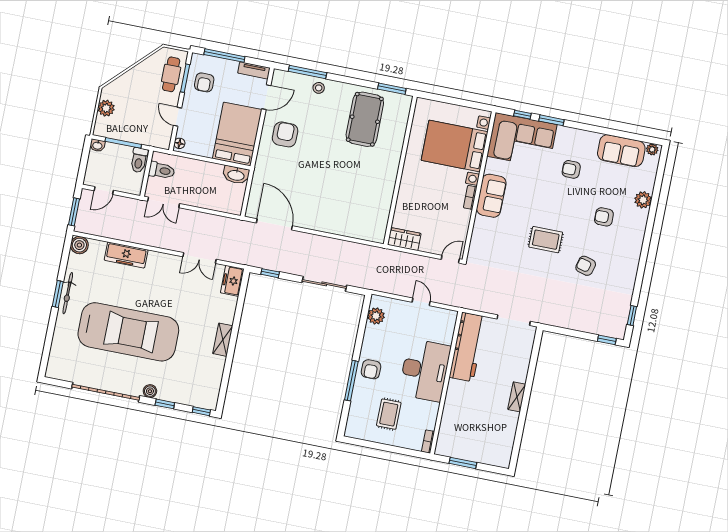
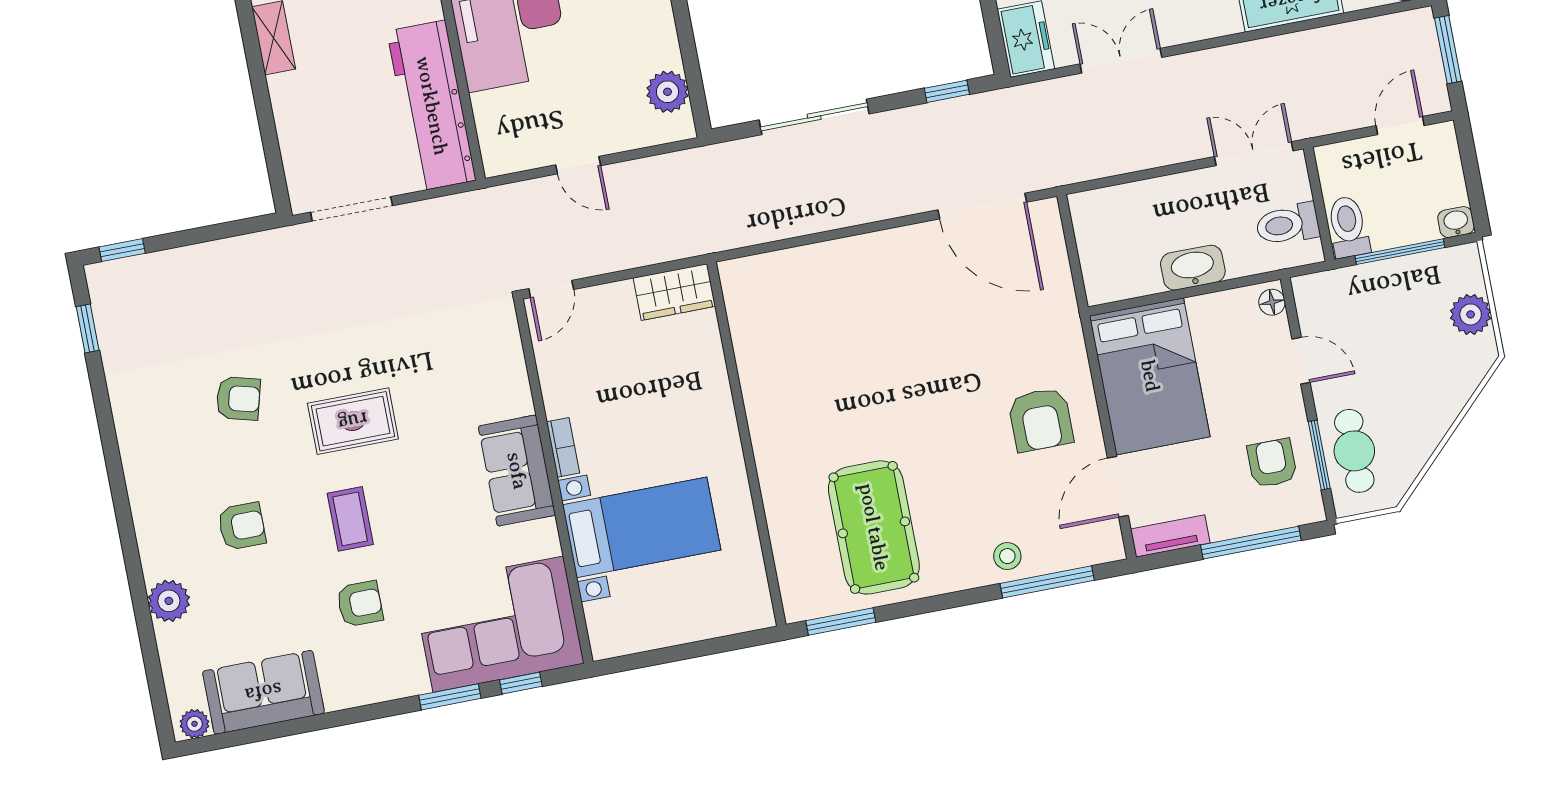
bed with nightstands: (455, 146) -> (642, 527), width x0.73
washbasin: (236, 175) -> (1193, 268), moved
coffee table: (562, 203) -> (350, 519), added

